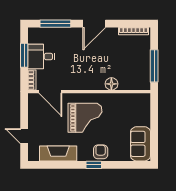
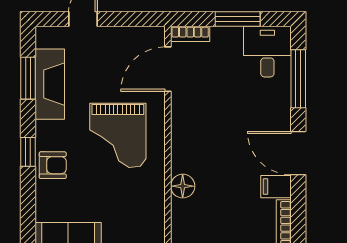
filing cabinet: (112, 35) -> (276, 187), added
desk: (41, 57) -> (267, 52), moved
window: (55, 165) -> (28, 78), added

